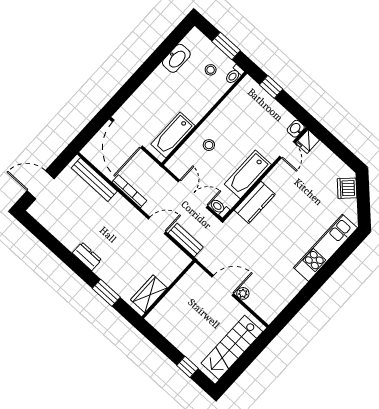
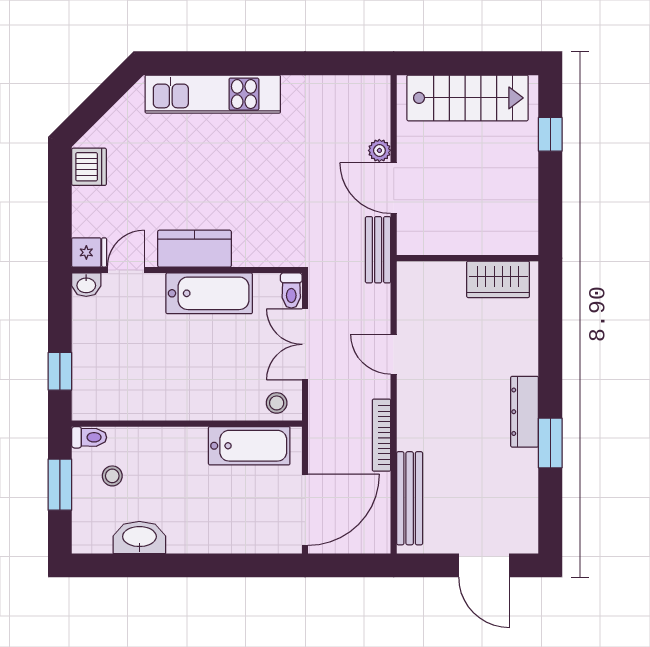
stool: (209, 145) -> (277, 403), moved
dishwasher: (347, 188) -> (89, 167), moved, turned -45
kitchen counter: (255, 202) -> (194, 249), moved
bench: (186, 240) -> (378, 250), moved
dresser: (87, 256) -> (525, 412), width x1.44
window: (106, 293) -> (550, 443), moved

